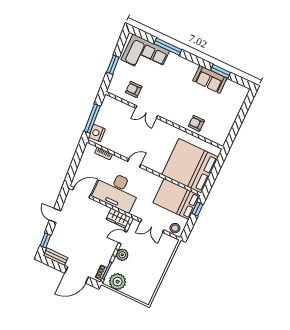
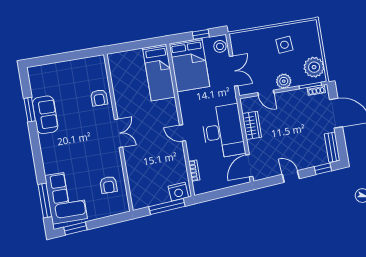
window: (168, 47) -> (45, 201), moved
window: (113, 65) -> (75, 229), moved
double door: (147, 112) -> (119, 133), moved
bed: (190, 166) -> (159, 73), width x0.49
door: (81, 193) -> (249, 166), hinge flipped
window: (197, 209) -> (201, 34), moved
door: (55, 215) -> (291, 176), swing flipped
wardrobe: (118, 218) -> (252, 125), moved
side table: (146, 272) -> (284, 45), added

